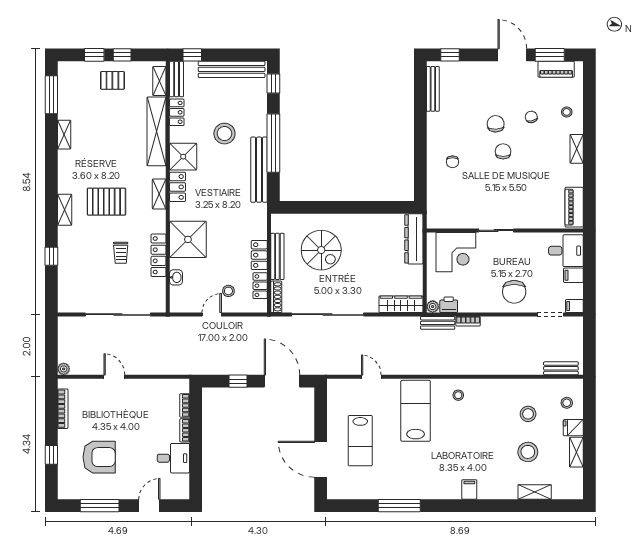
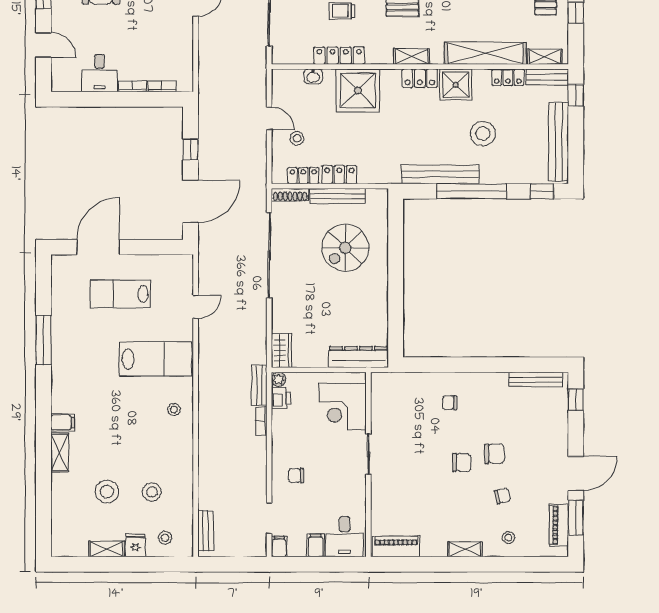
chair: (514, 292) -> (296, 476), width x0.54, depth x0.54
wardrobe: (401, 304) -> (281, 350), width x0.67
shelving: (535, 492) -> (60, 452), moved

